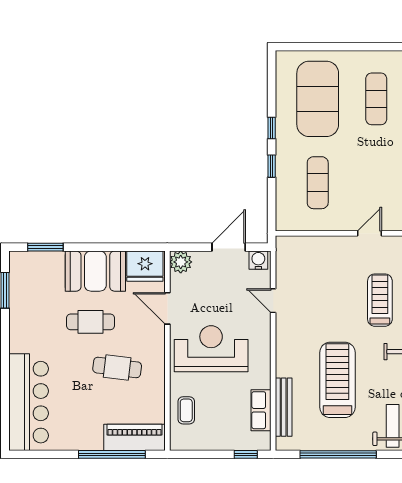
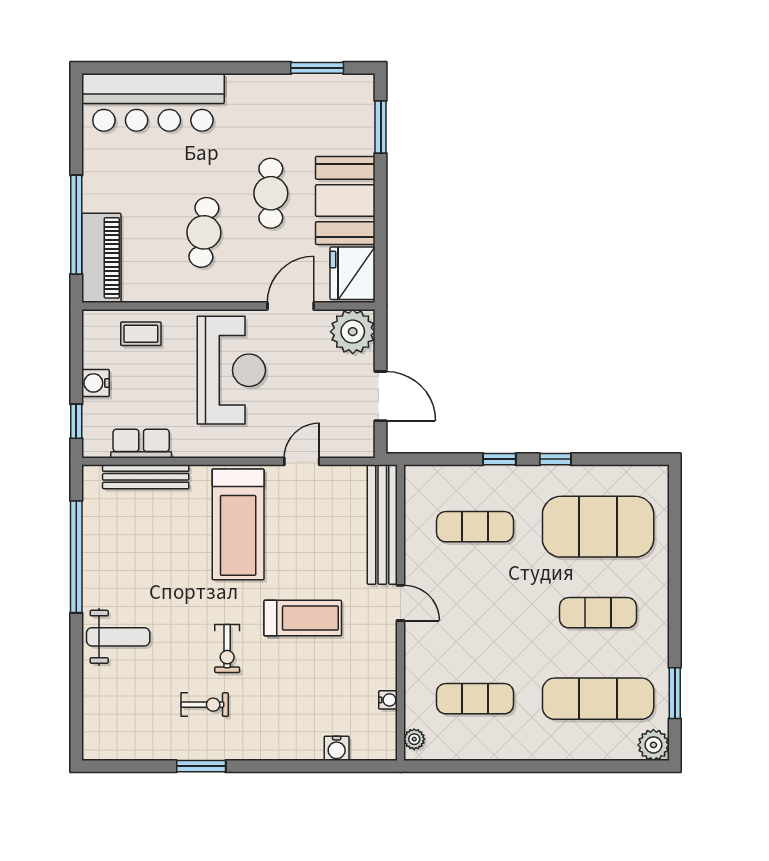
bench: (316, 246) -> (382, 525), added
water cooler: (258, 260) -> (95, 383), moved, turned 180
plant: (181, 262) -> (353, 332), width x1.36, depth x1.36
treadmill: (337, 380) -> (238, 524), moved, turned 90

